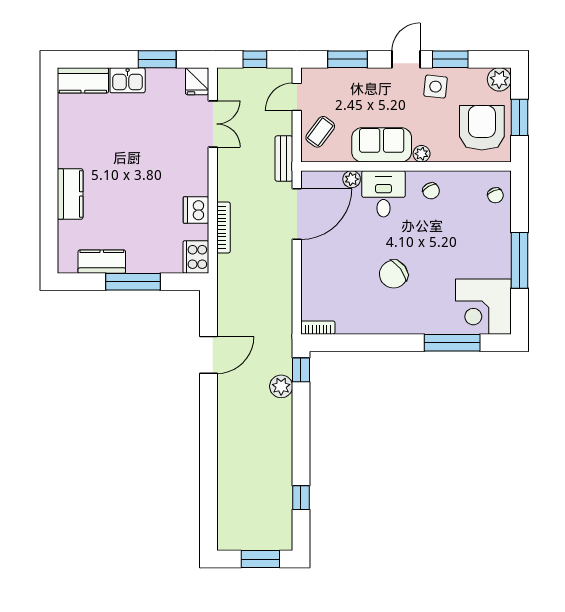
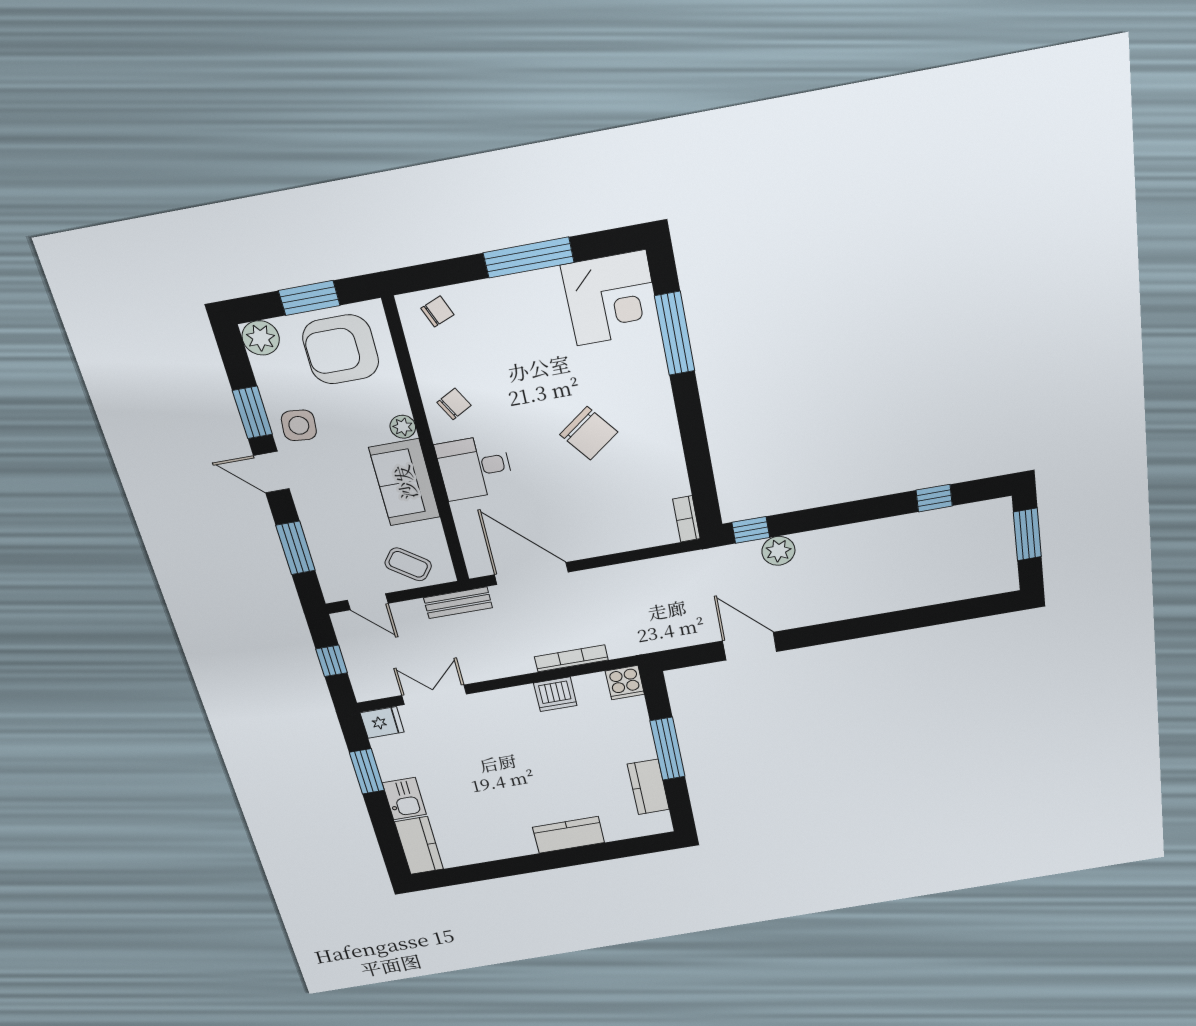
plant: (352, 179) -> (464, 513), removed
cooker: (196, 257) -> (625, 683), width x0.73

